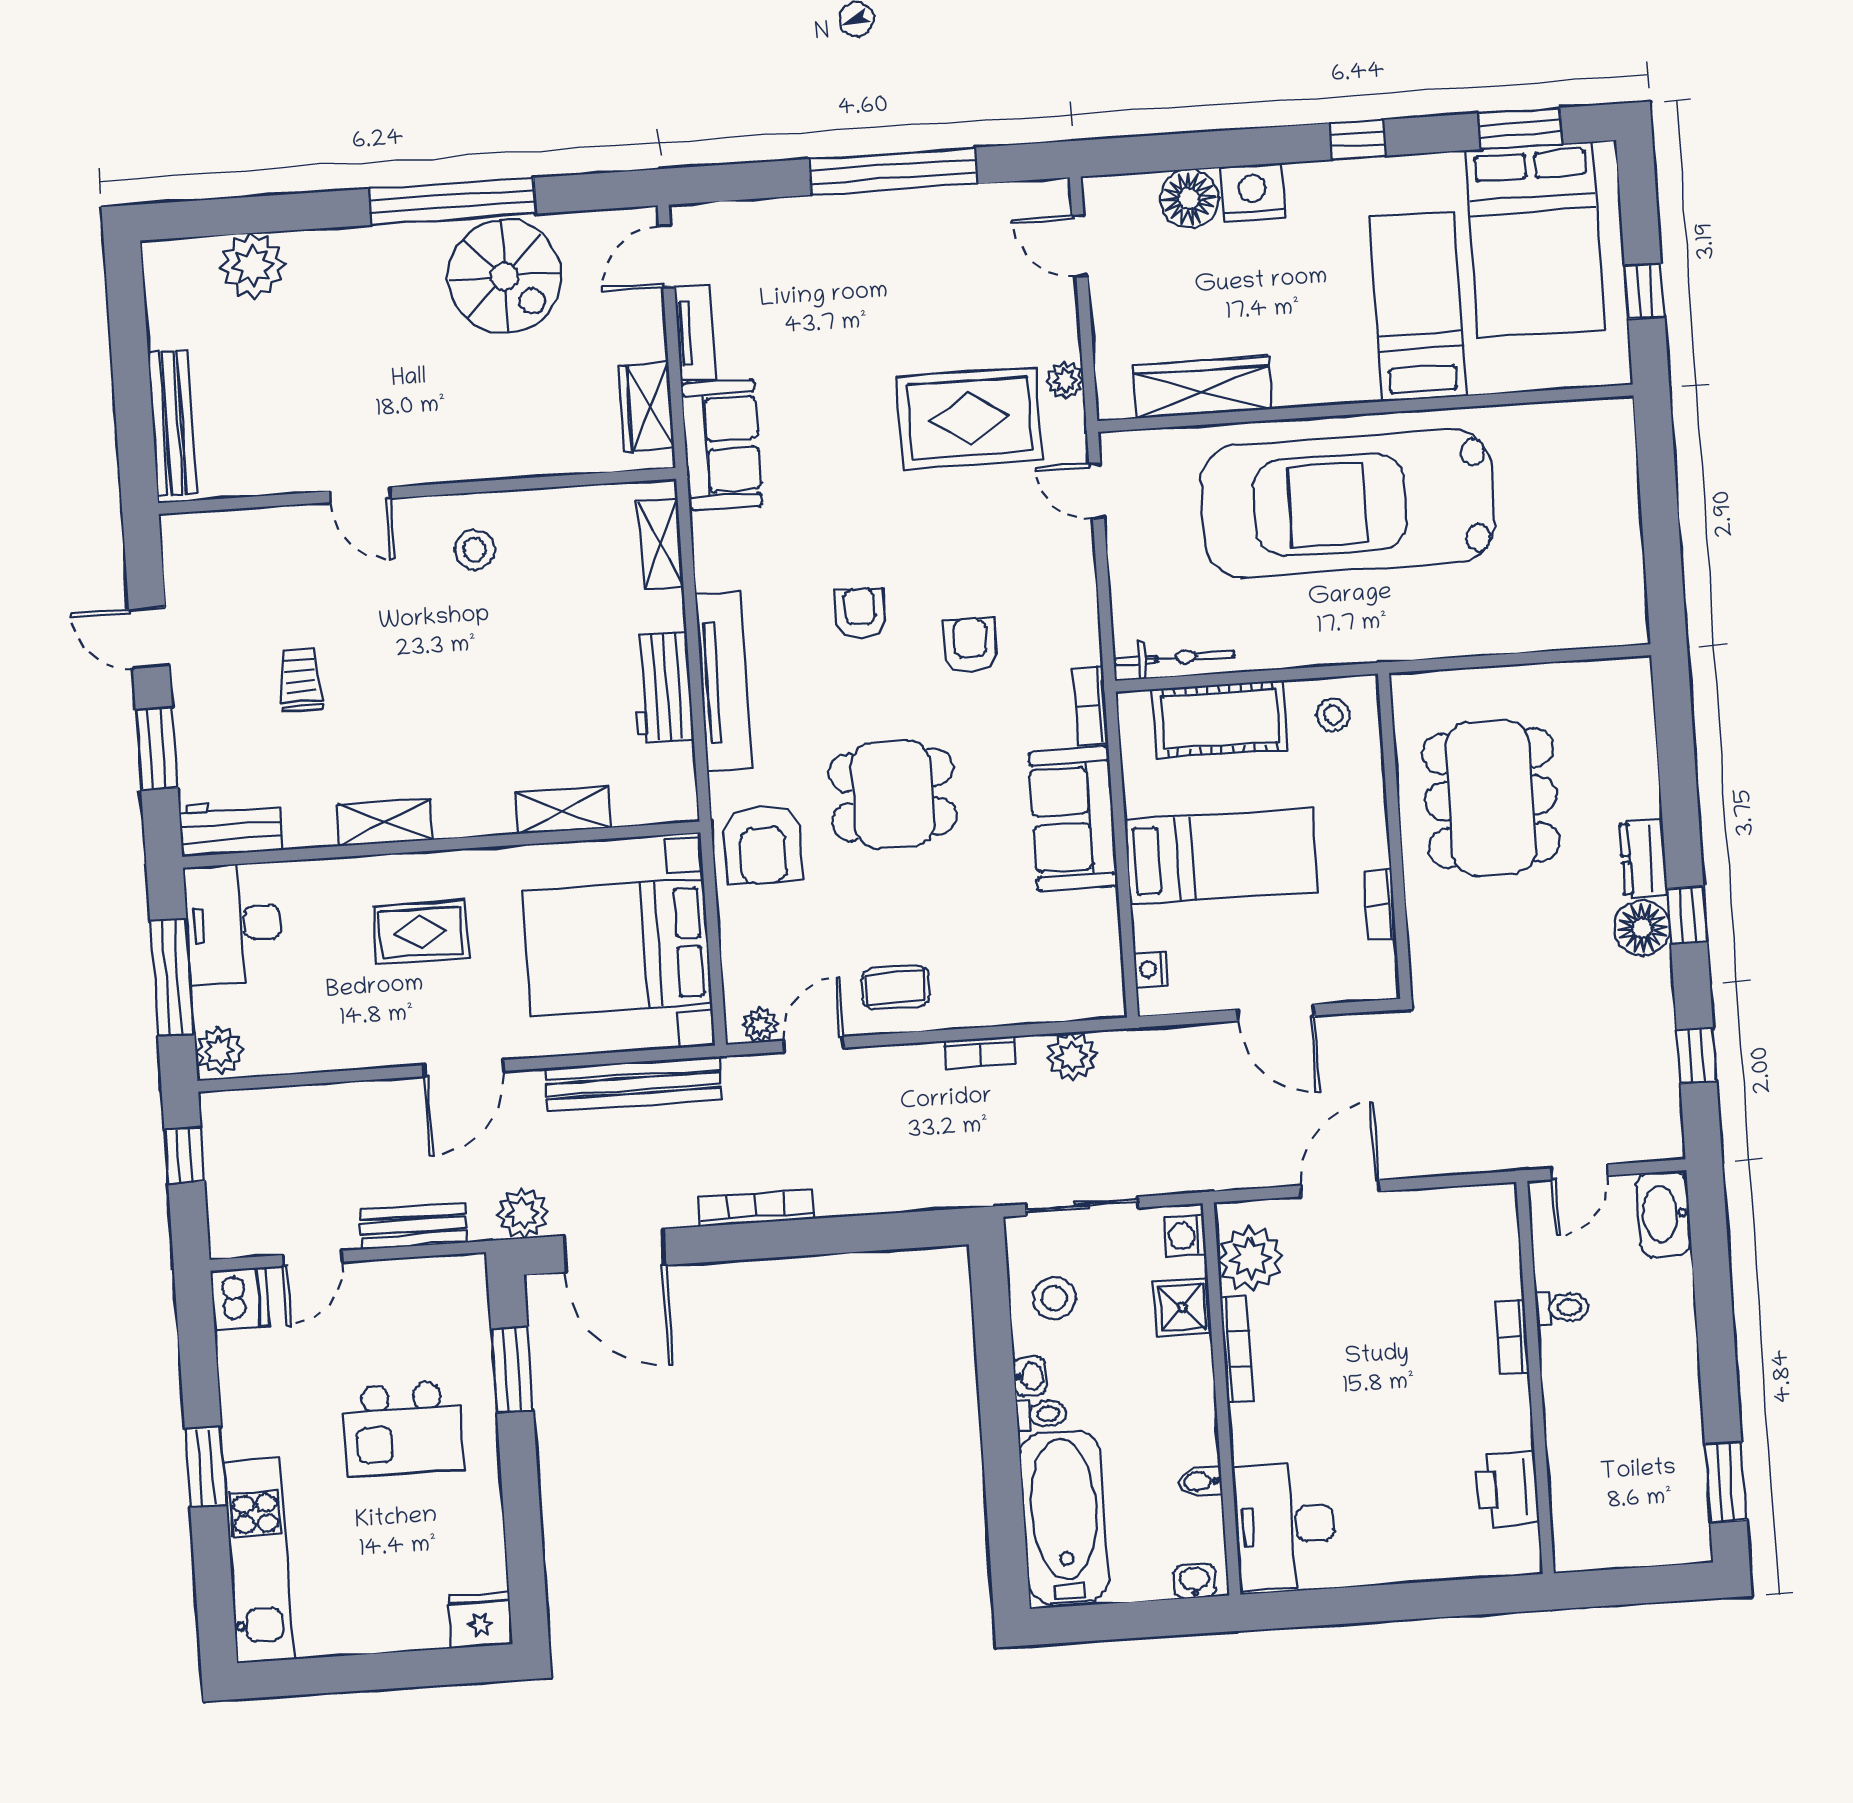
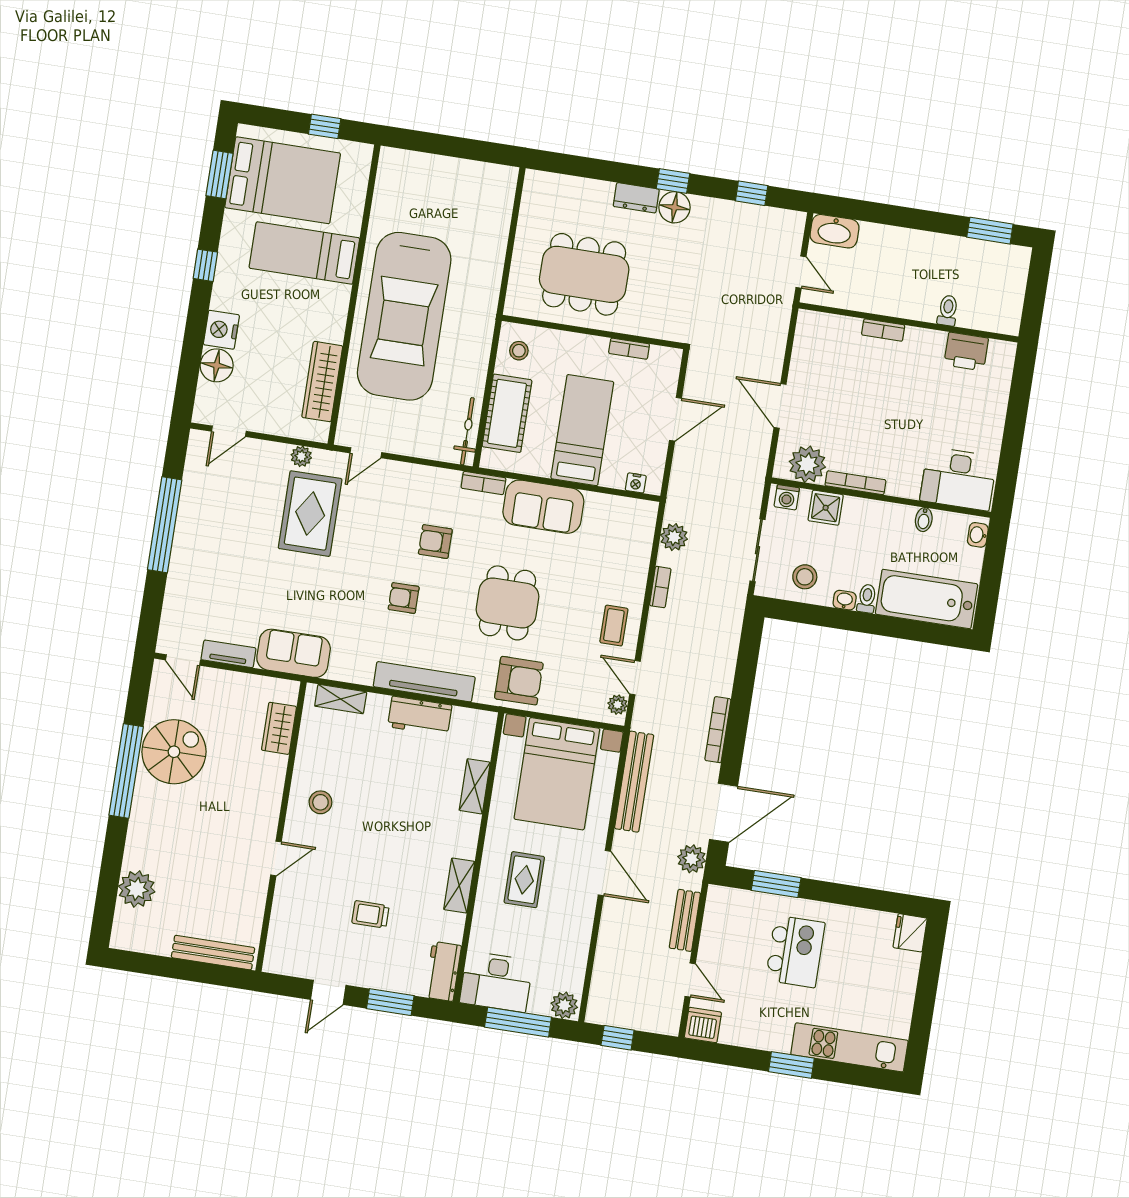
wardrobe: (646, 407) -> (279, 728), moved, turned 90
toilet: (1562, 1308) -> (948, 310), moved

